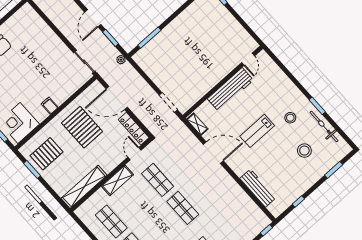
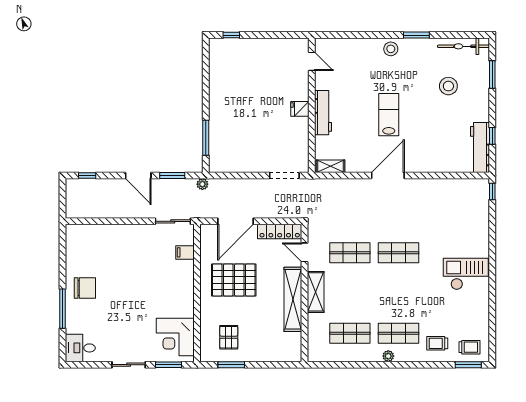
fridge: (215, 77) -> (300, 109), added
workbench: (230, 89) -> (323, 113), width x0.73, depth x0.76
filing cabinet: (50, 106) -> (185, 252), moved
stool: (290, 118) -> (391, 49), moved
bicycle: (324, 126) -> (464, 46), moved
lab bench: (257, 131) -> (389, 115), turned 180
door: (213, 153) -> (388, 176), moved
pallet: (47, 154) -> (229, 337), width x0.67, depth x0.71
shelving: (84, 187) -> (293, 299), moved
workbench: (258, 188) -> (480, 147), moved, turned -90

